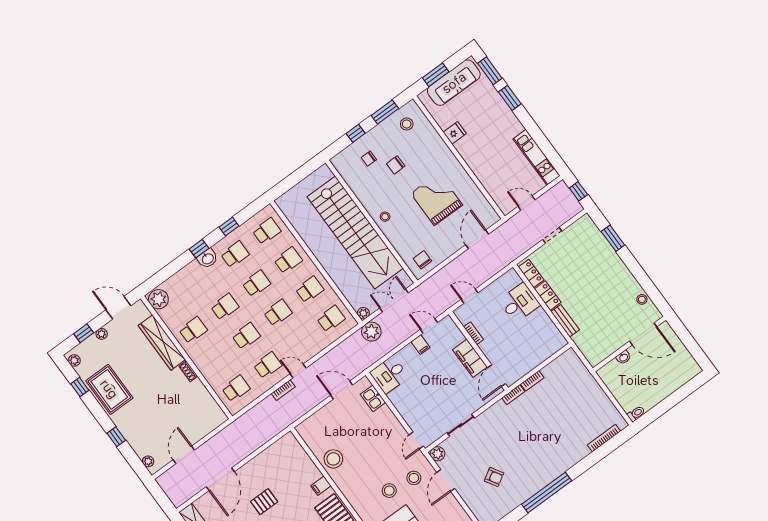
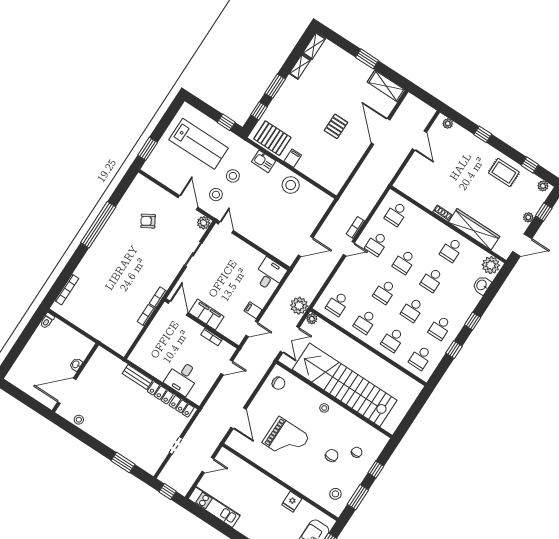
washbasin: (208, 259) -> (482, 285), moved
rug: (109, 389) -> (504, 172), width x0.73, depth x0.70
kitchen sink: (373, 398) -> (264, 161), moved, turned 180

